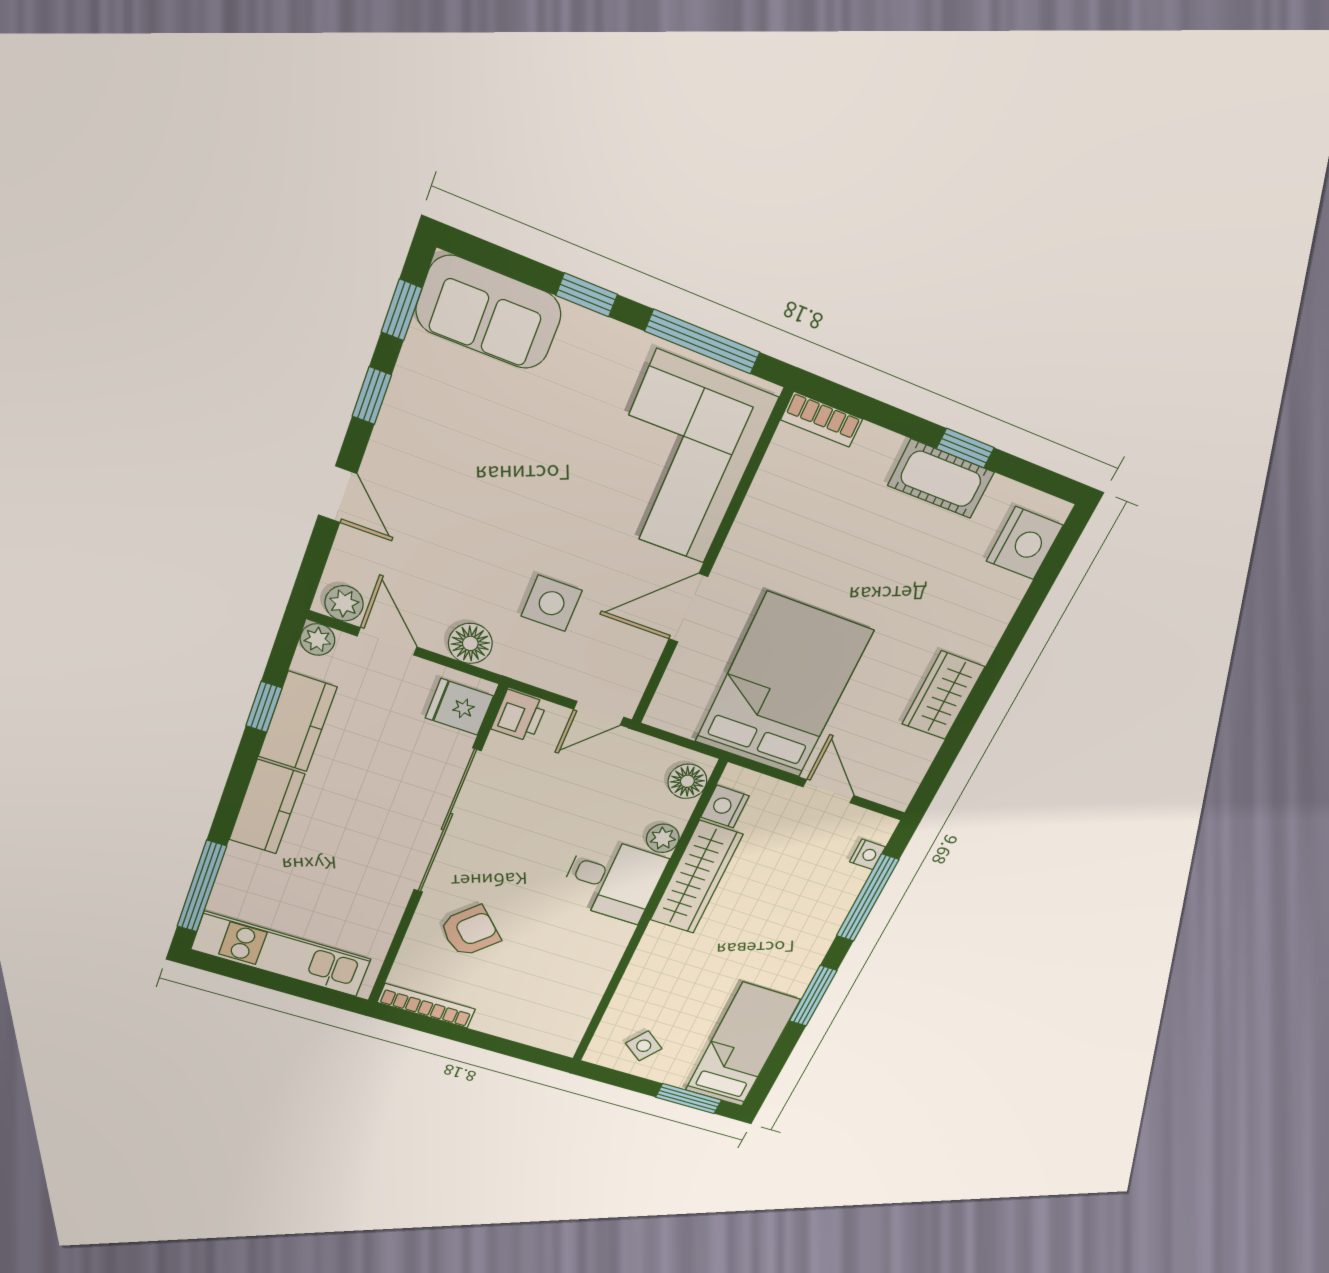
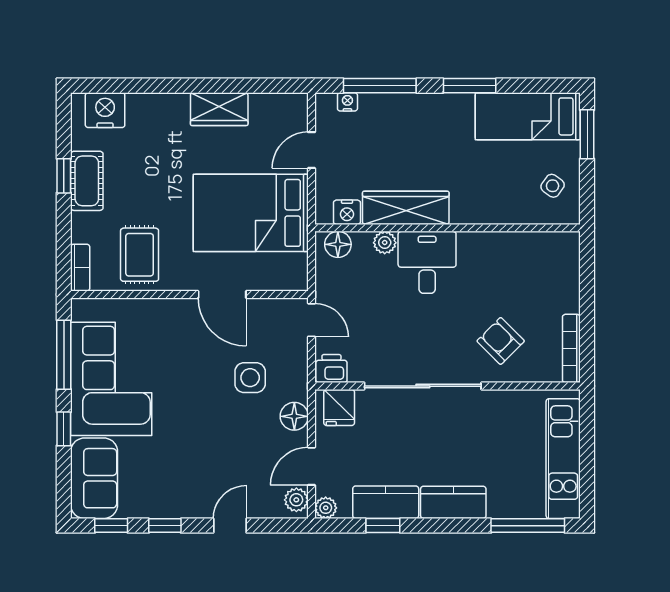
corner sofa: (681, 459) -> (111, 379), moved, turned -90
rug: (799, 514) -> (140, 255), added

